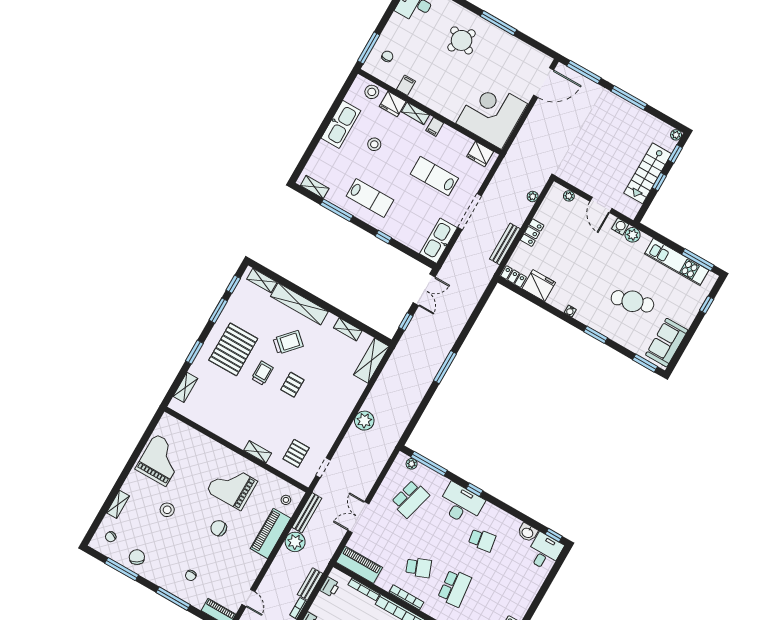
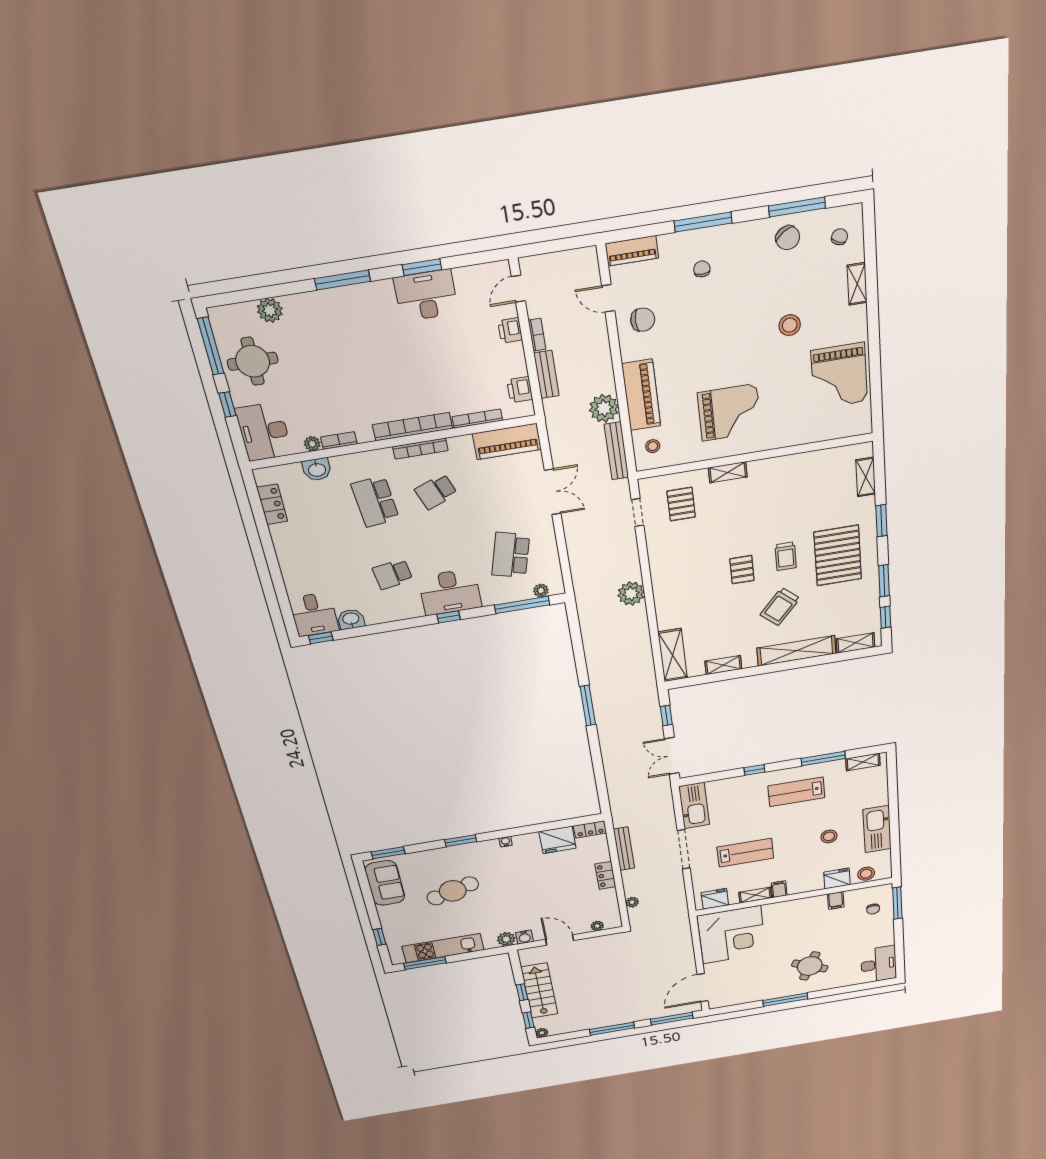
shelving: (415, 113) -> (755, 895), moved
chair: (219, 528) -> (643, 320), moved

